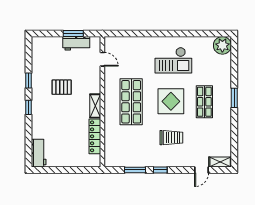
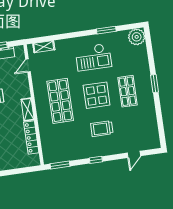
window: (191, 34) -> (106, 30), added
door: (102, 59) -> (28, 65), swing flipped
trolley: (171, 138) -> (102, 129), turned 180
shelving: (220, 162) -> (44, 47), moved
window: (135, 170) -> (60, 165), moved

